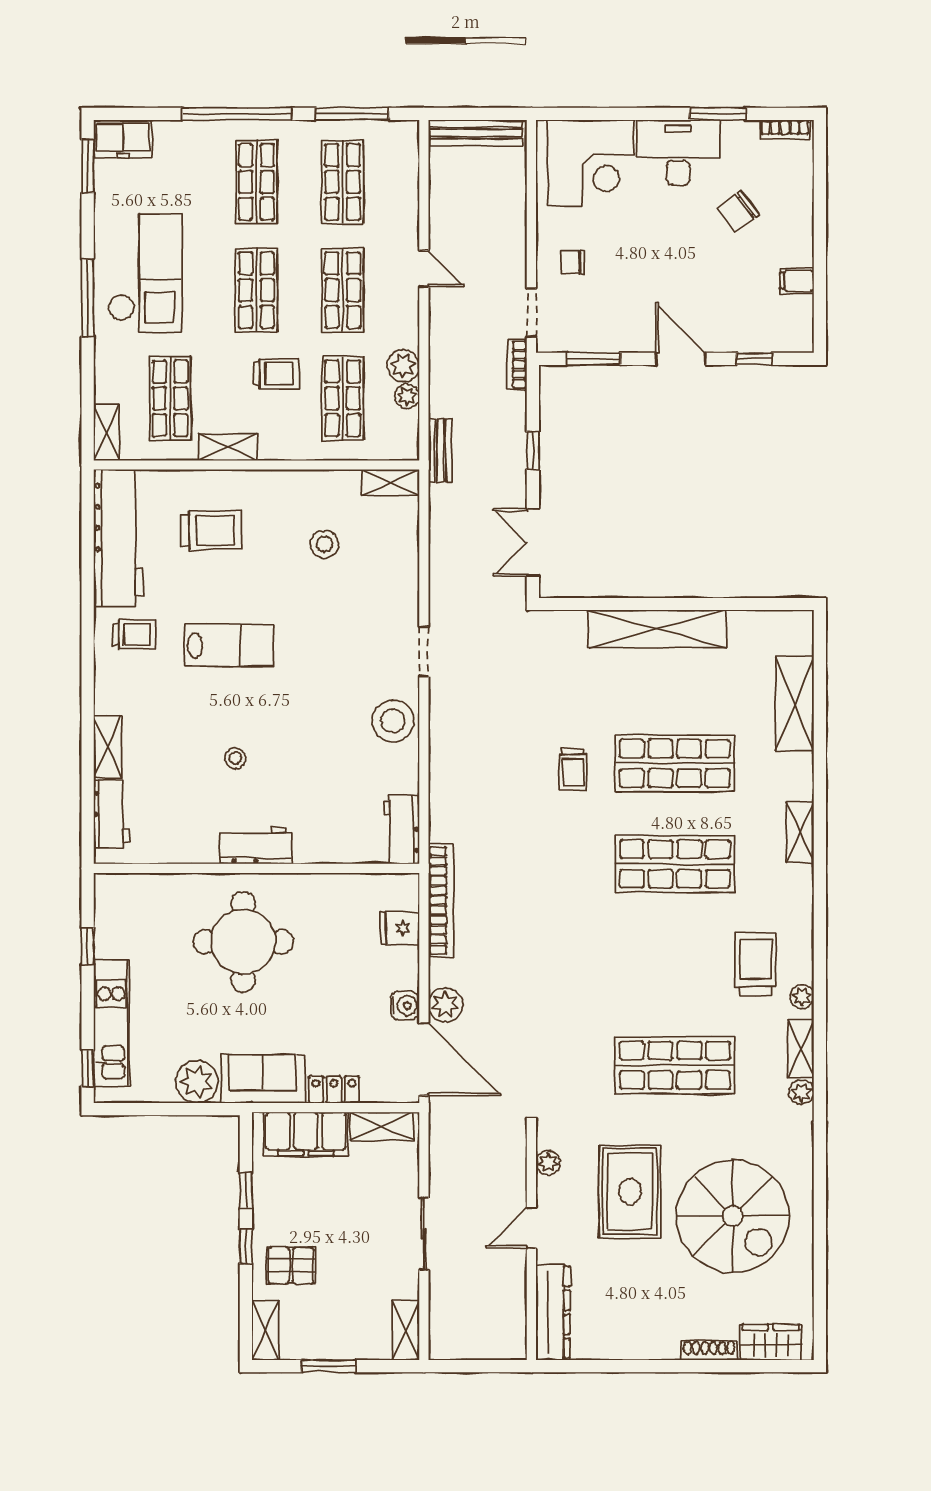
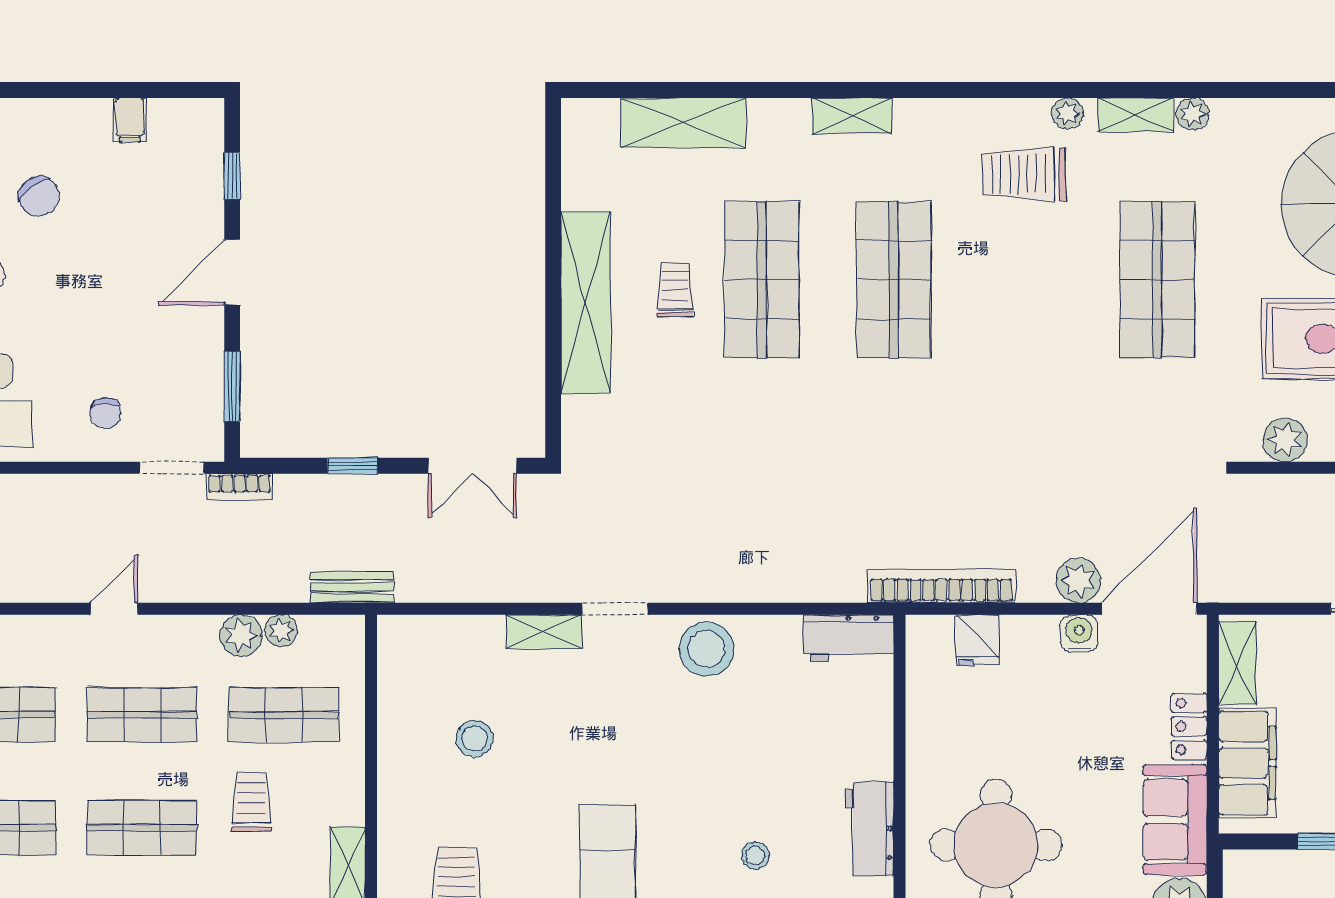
shelving: (390, 483) -> (544, 632), moved, turned 90
trolley: (573, 769) -> (675, 290), moved, turned -90
plant: (548, 1163) -> (1285, 440), width x1.38, depth x1.38

